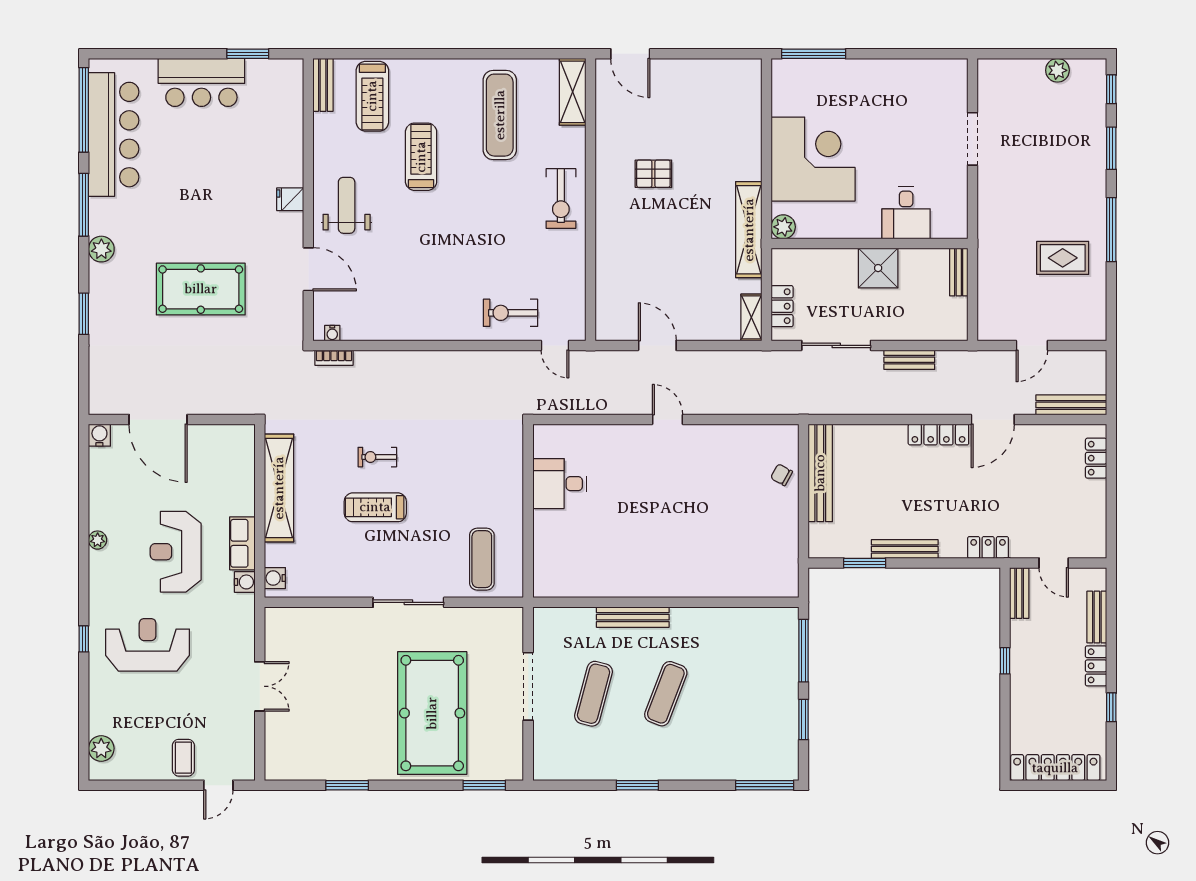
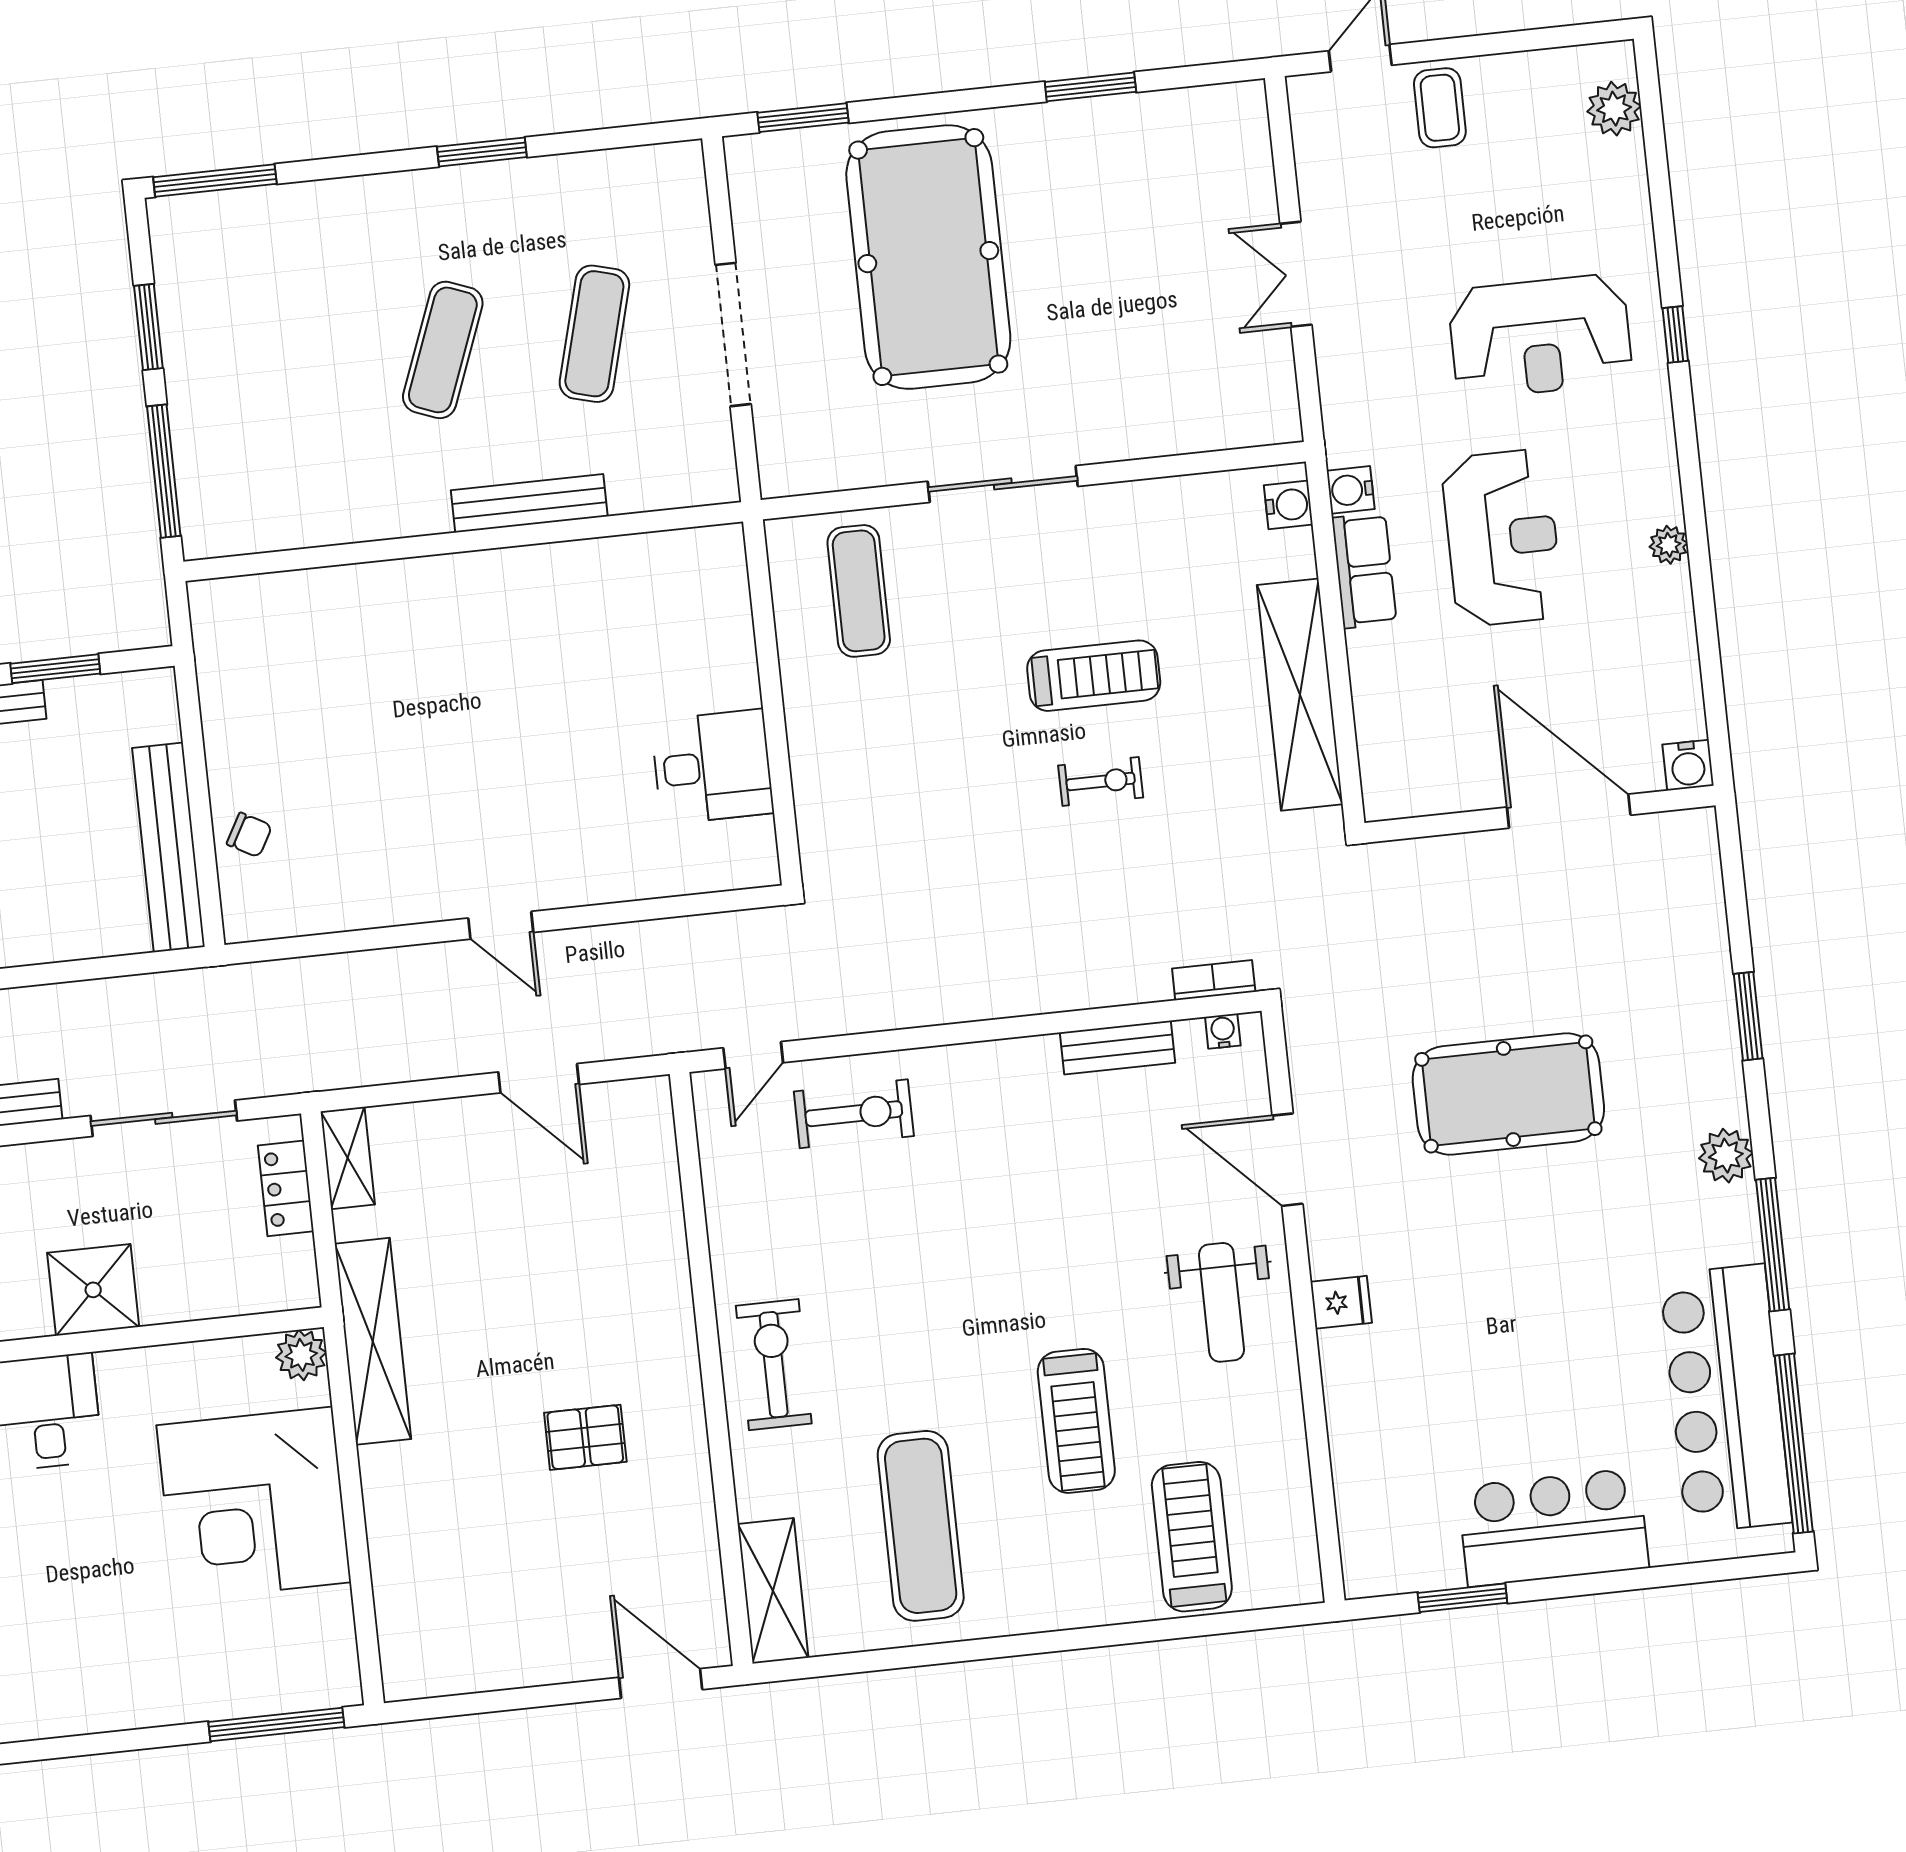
bench: (323, 85) -> (1118, 1048), moved, turned 90
door: (555, 345) -> (753, 1055), swing flipped

